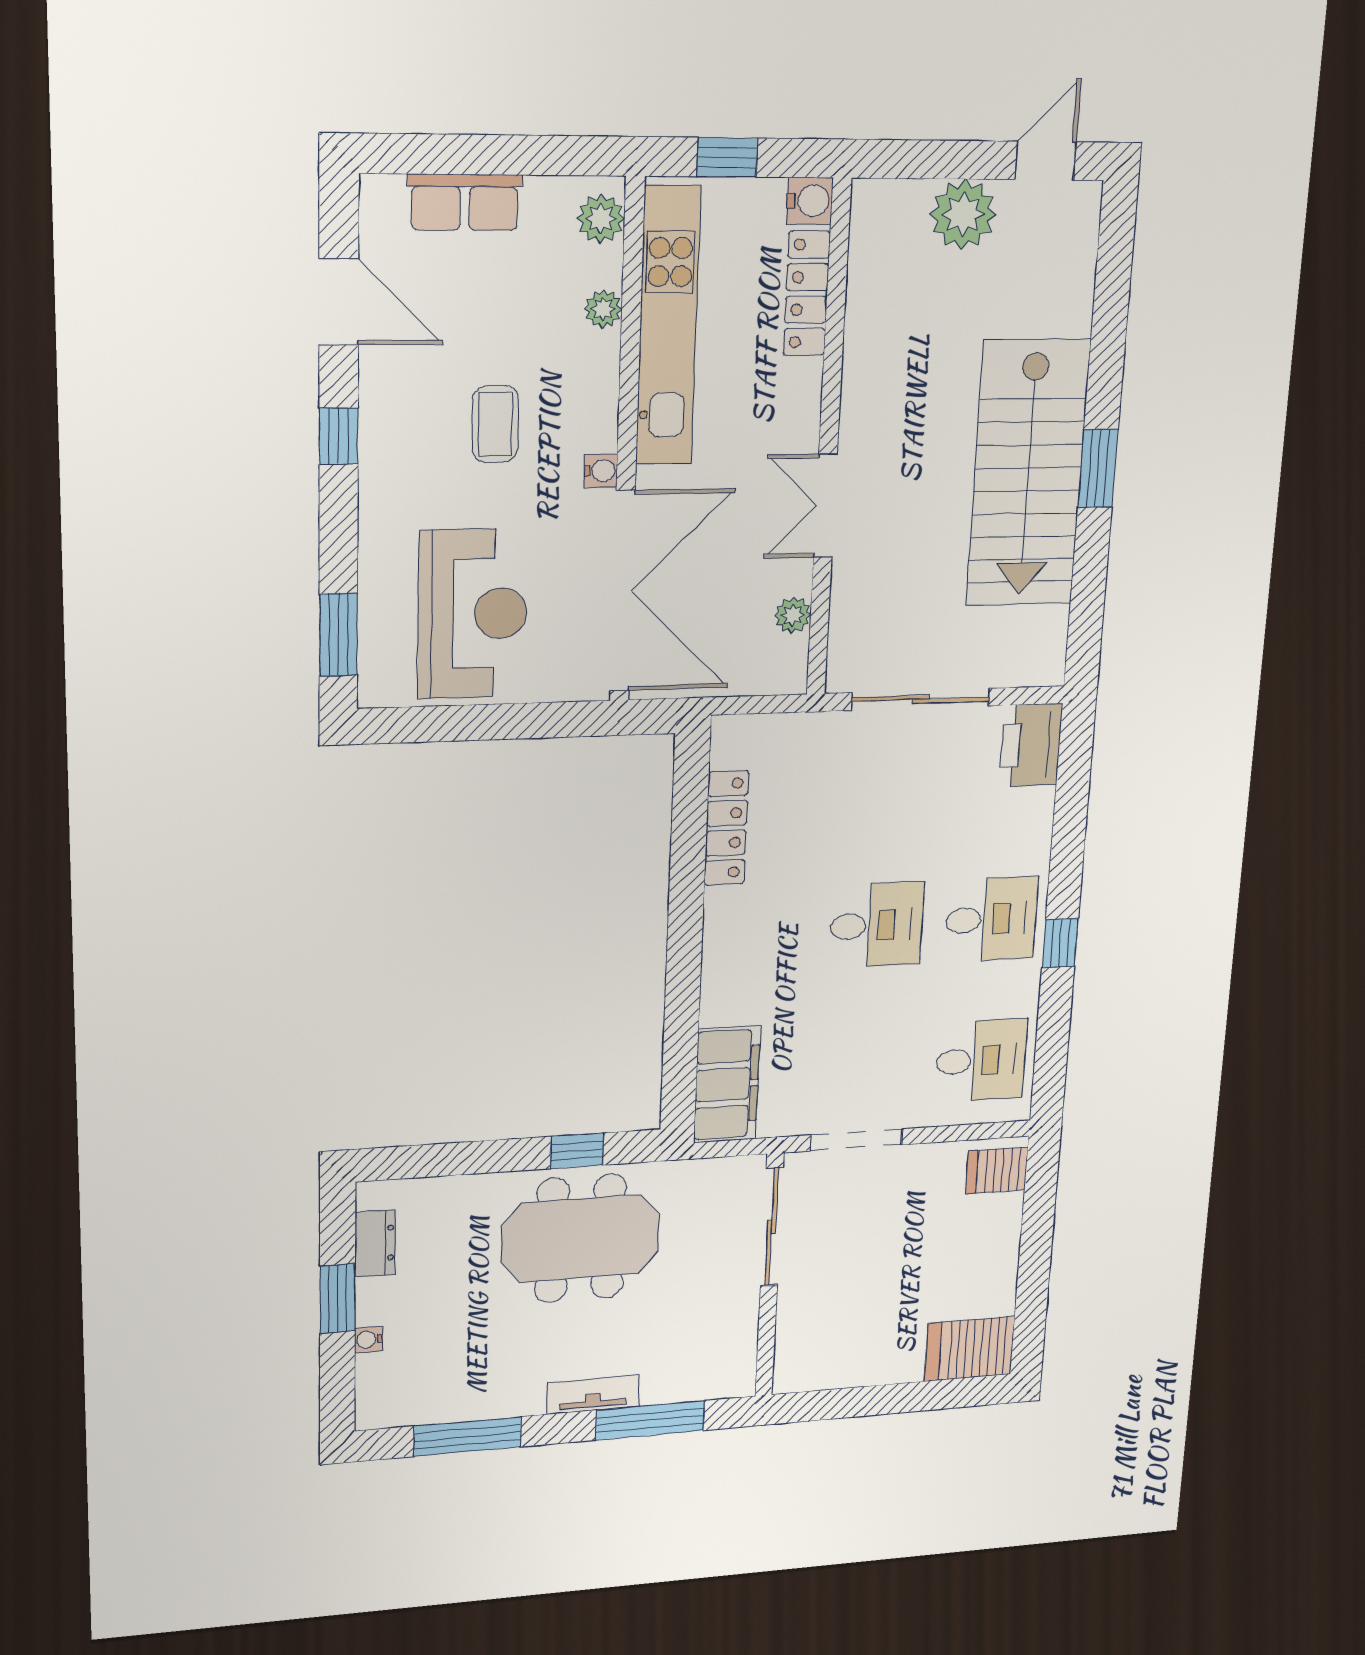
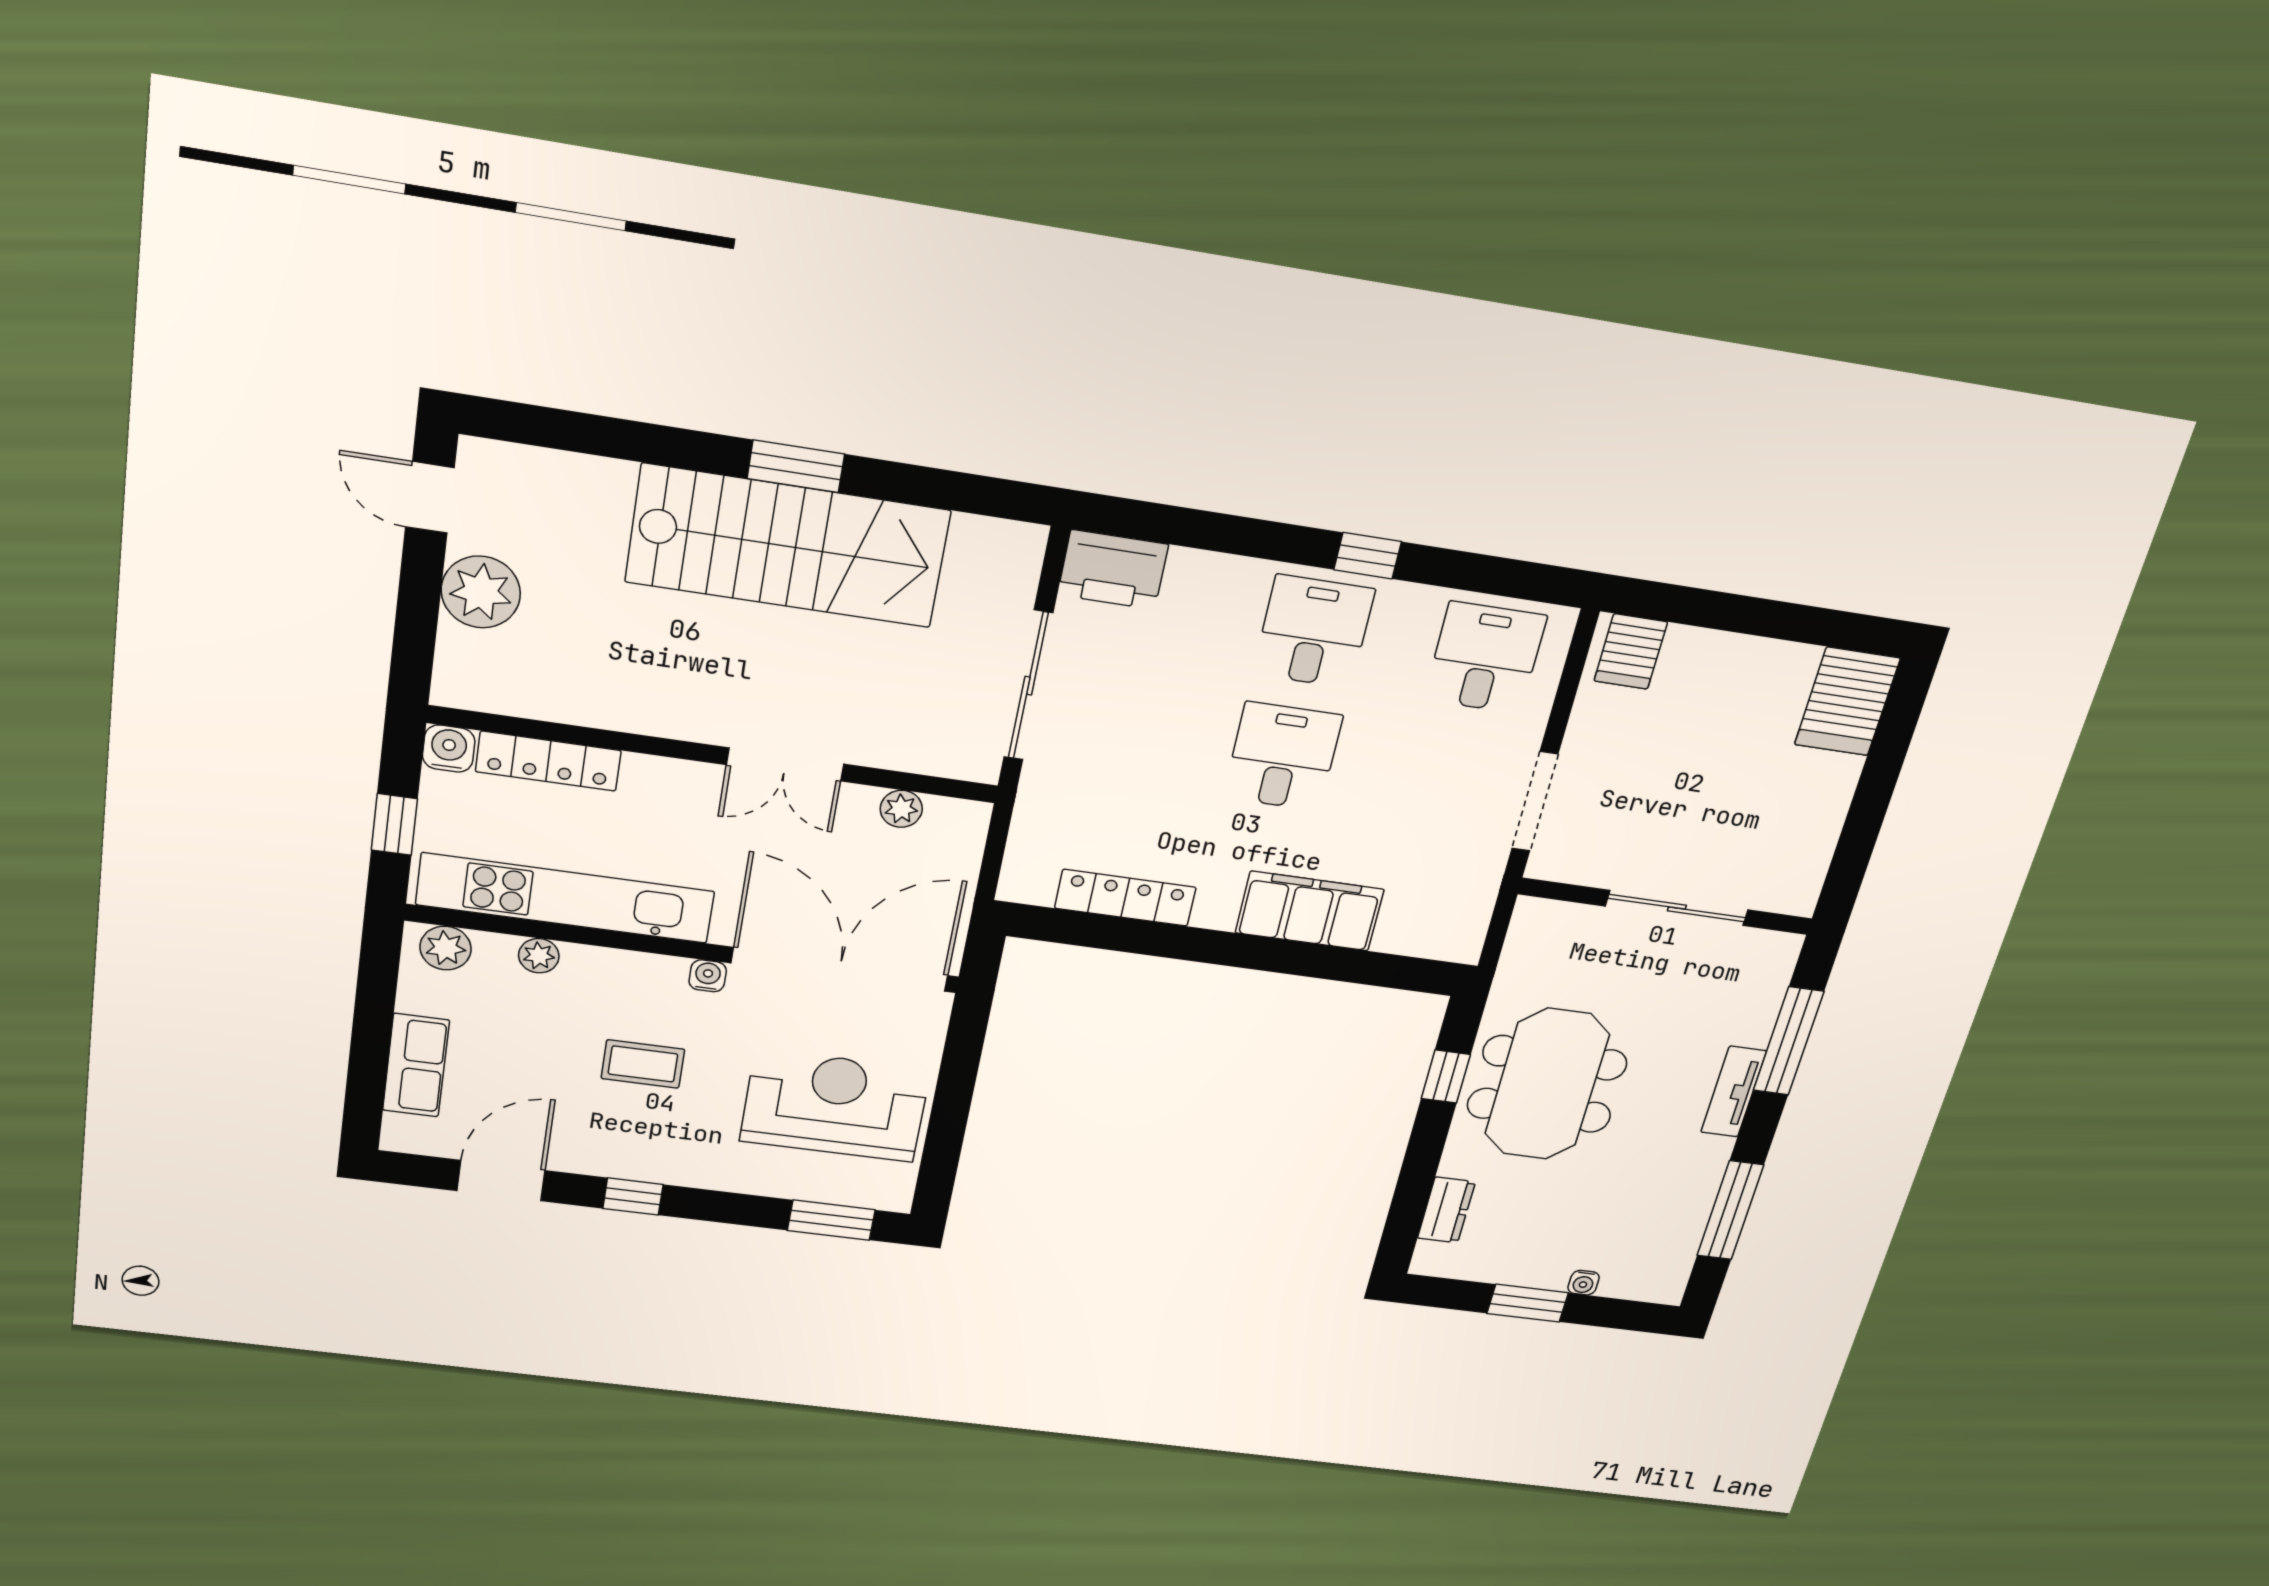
filing cabinet: (727, 1084) -> (1310, 911), moved
sliding door: (772, 1227) -> (1677, 908), moved
dresser: (375, 1244) -> (1446, 1210), moved, turned 90

